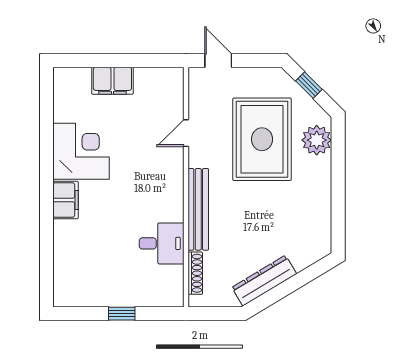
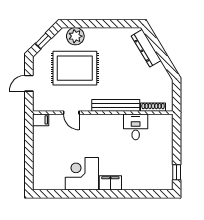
door: (218, 61) -> (29, 83), moved
filing cabinet: (112, 81) -> (41, 120), moved, width x0.50
dresser: (264, 281) -> (146, 48), moved
window: (122, 314) -> (177, 172), moved

